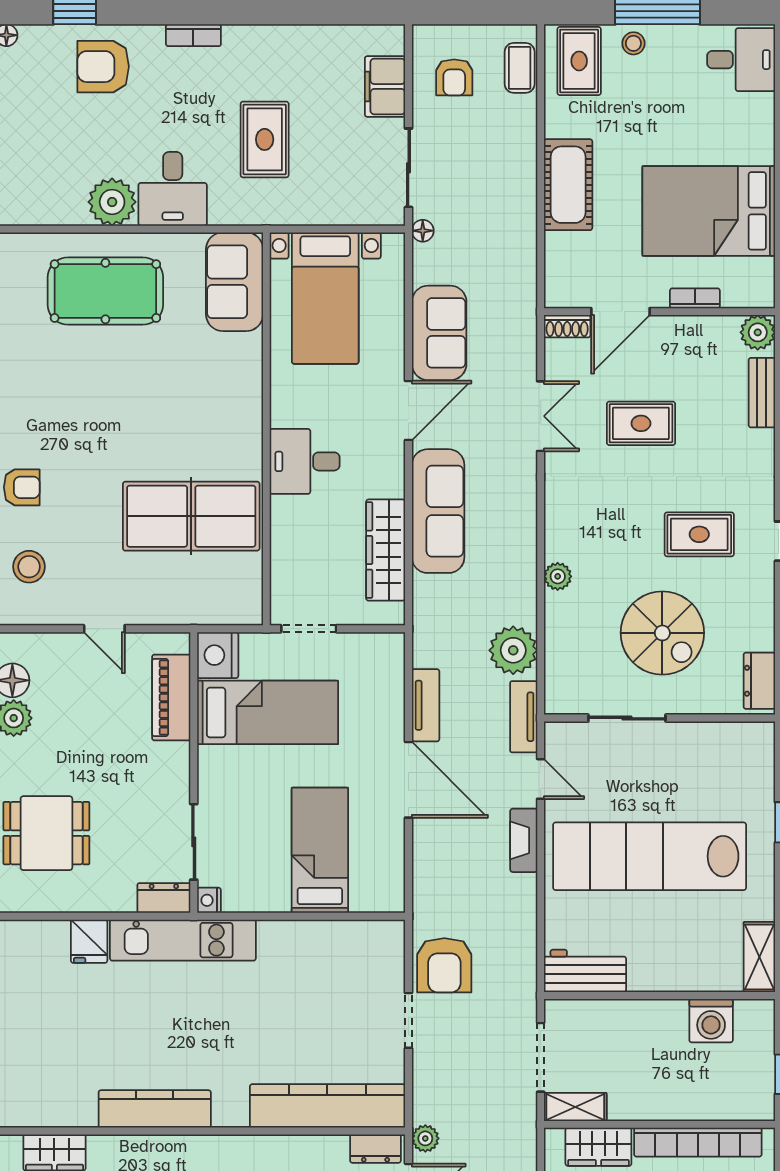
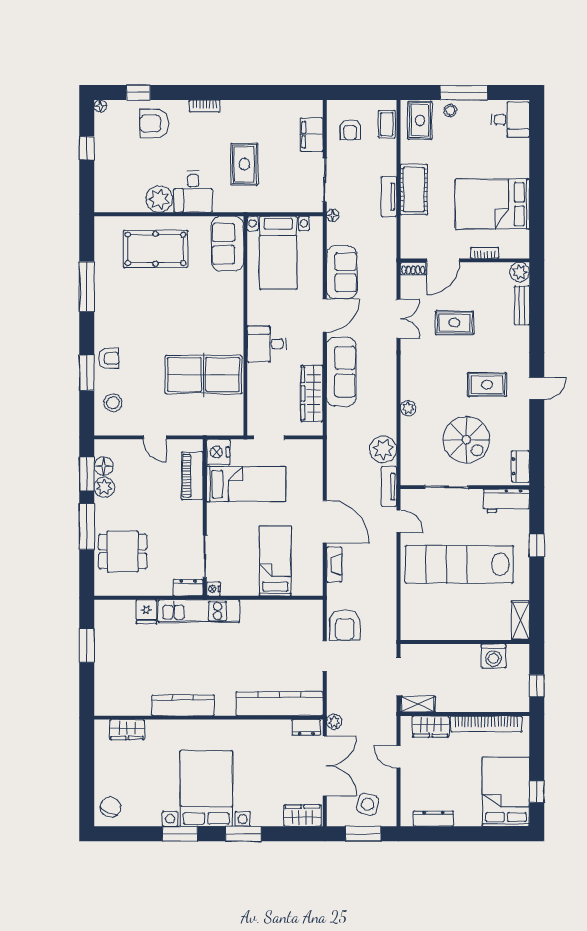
tv unit: (426, 705) -> (389, 197), moved, turned 180
fireplace: (524, 840) -> (334, 565), moved, turned 180
workbench: (585, 971) -> (506, 501), moved, turned 180

